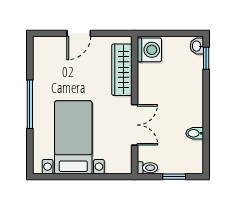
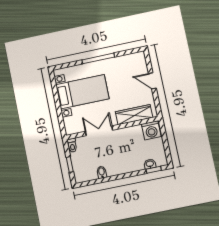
washbasin: (197, 46) -> (150, 164), moved
double door: (135, 125) -> (99, 131), swing flipped

